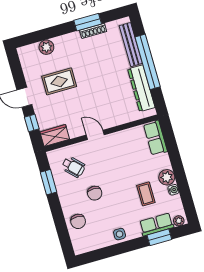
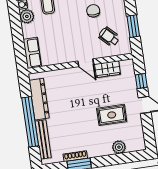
wardrobe: (55, 136) -> (108, 69), moved

